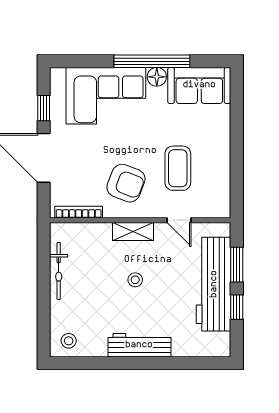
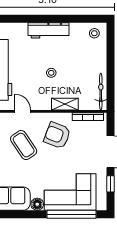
window: (152, 61) -> (71, 214), moved
coffee table: (178, 168) -> (24, 145), turned -34
shelving: (133, 231) -> (65, 104), moved
bicycle: (59, 271) -> (101, 92), moved

